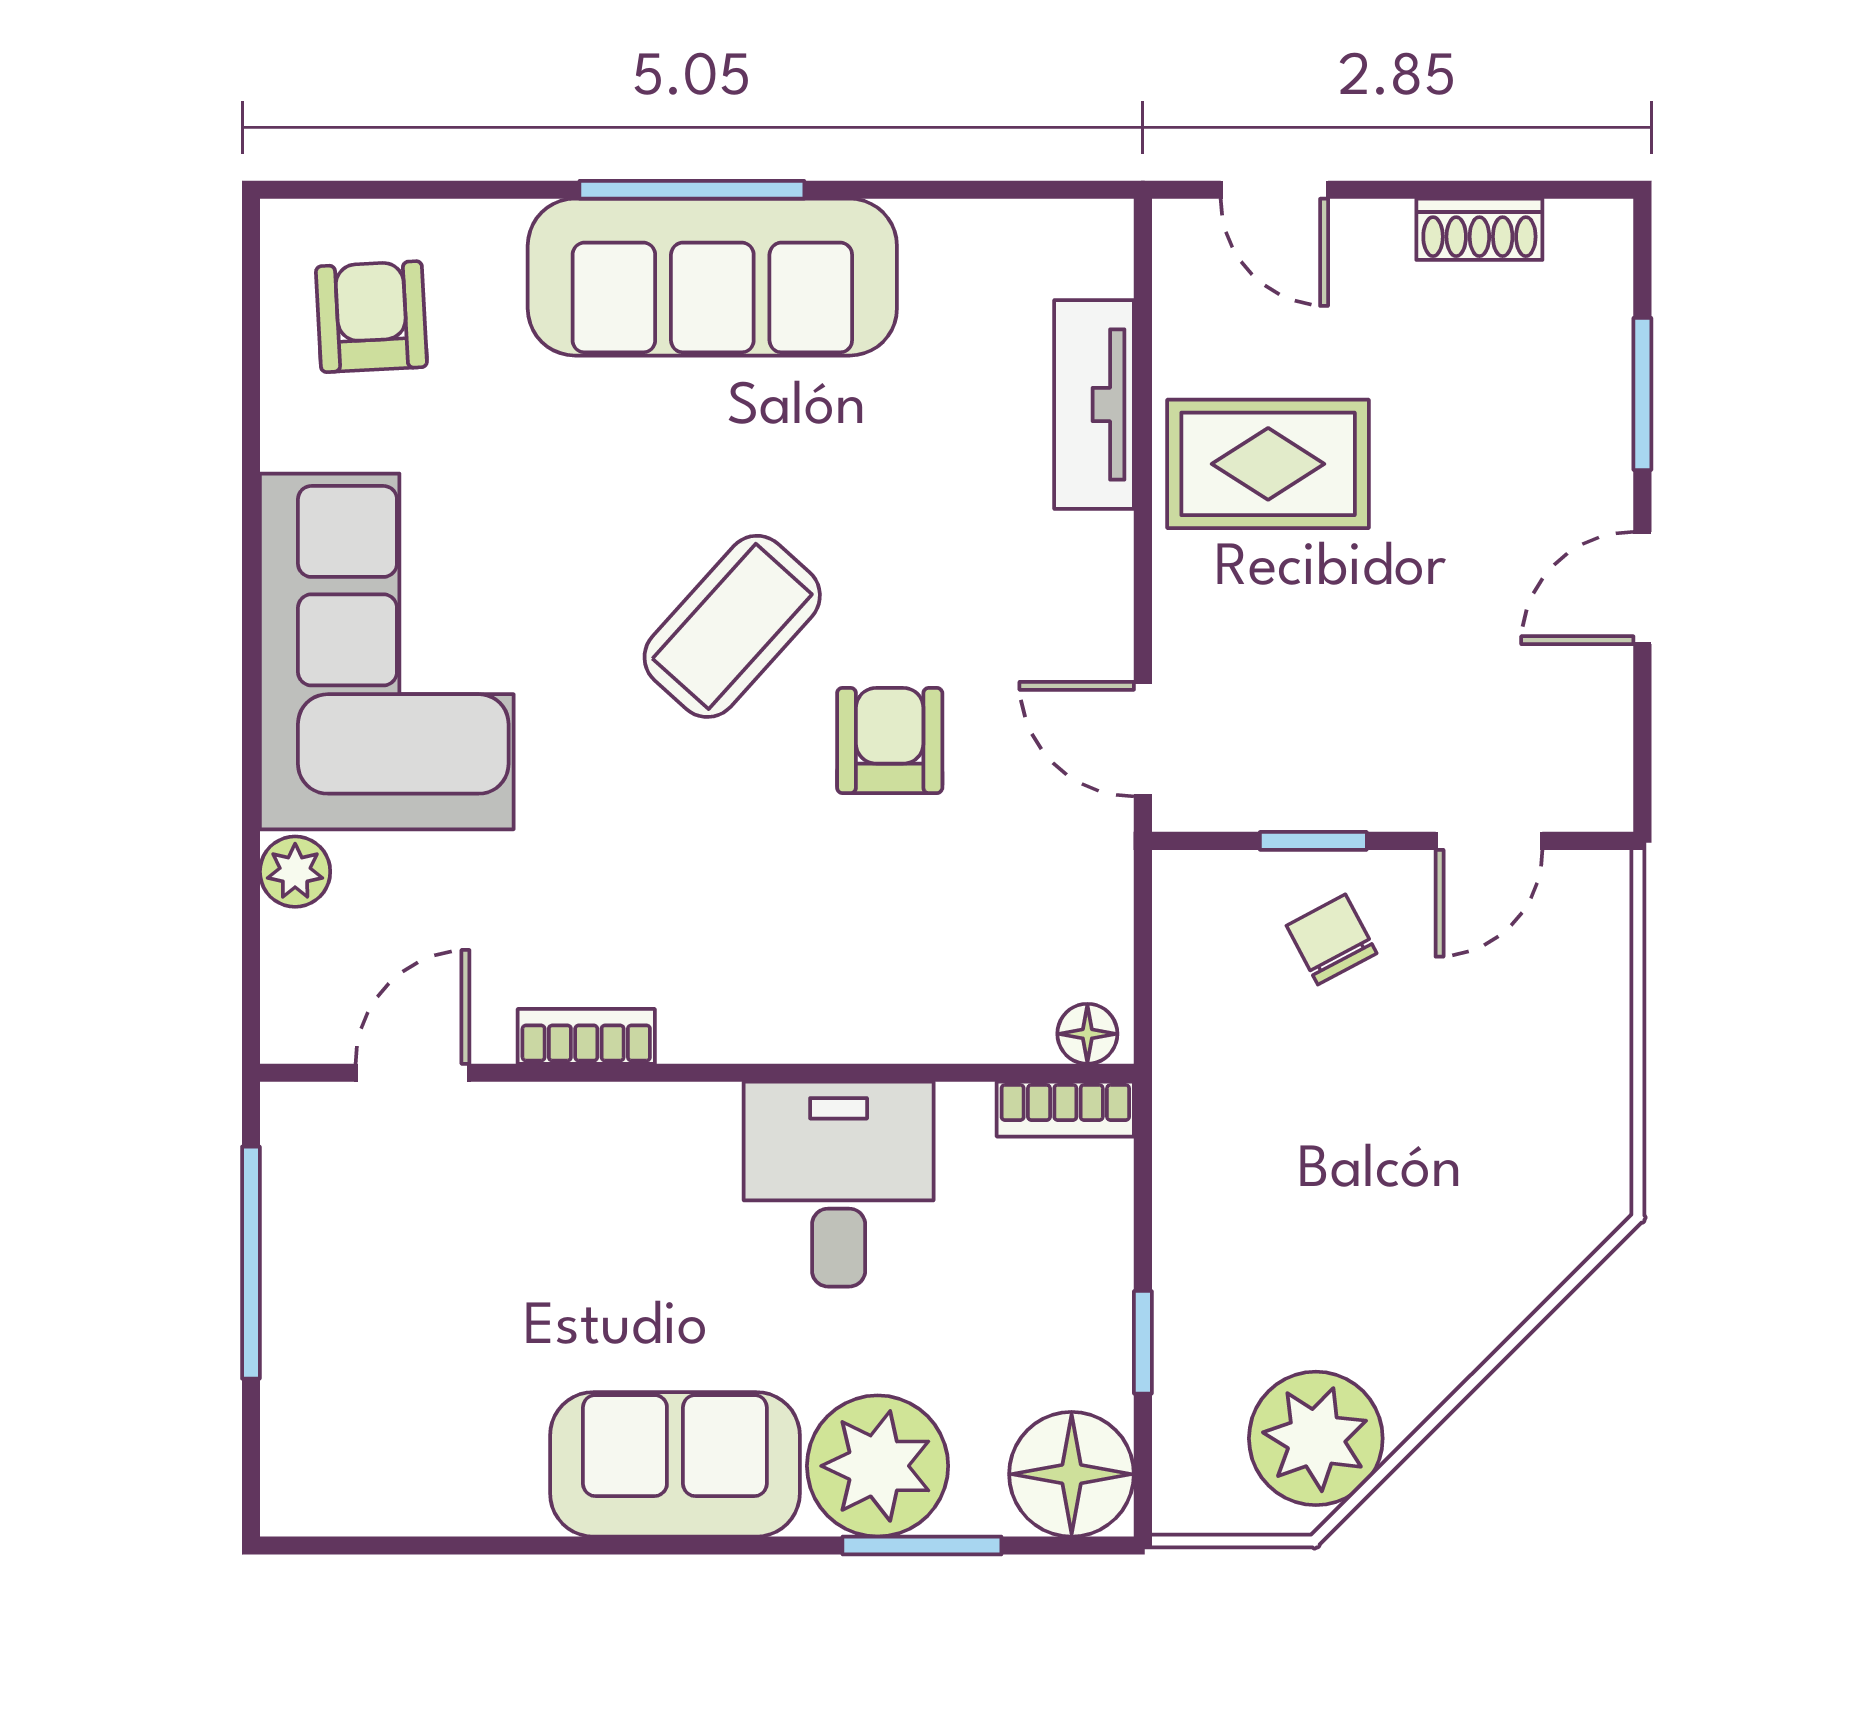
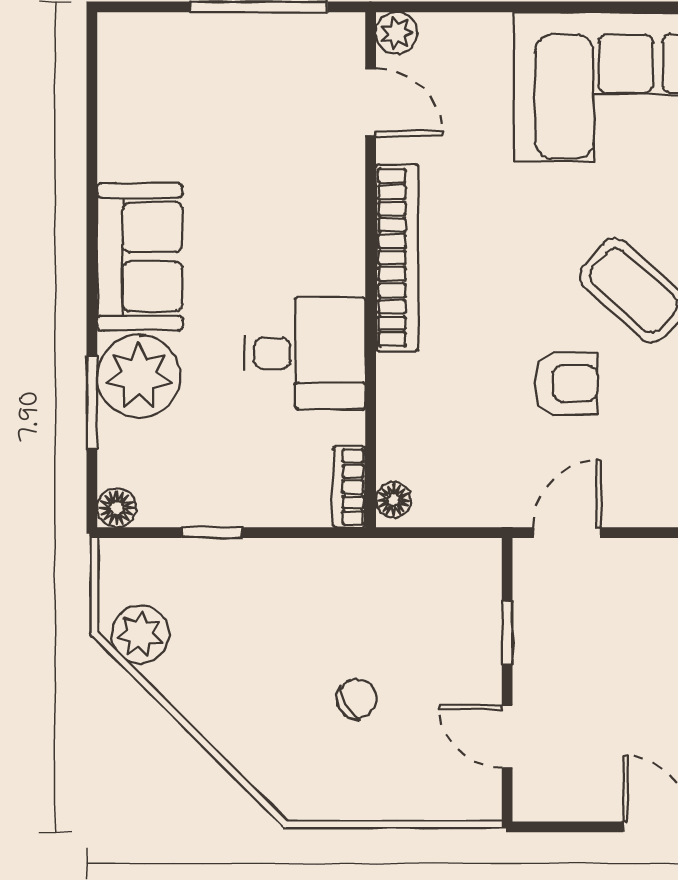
plant: (295, 872) -> (397, 33), moved
chair: (1332, 939) -> (357, 699), moved
bookcase: (586, 1036) -> (397, 258), width x2.31, depth x1.31
plant: (1316, 1438) -> (140, 634), width x0.73, depth x0.73
floor lamp: (1072, 1474) -> (117, 508), width x0.53, depth x0.53

